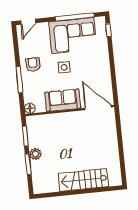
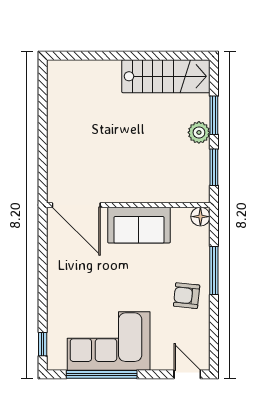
door: (28, 22) -> (187, 374), hinge flipped
armchair: (33, 65) -> (187, 296), turned 96
side table: (64, 67) -> (130, 285), removed
stairs: (83, 180) -> (166, 76), moved

